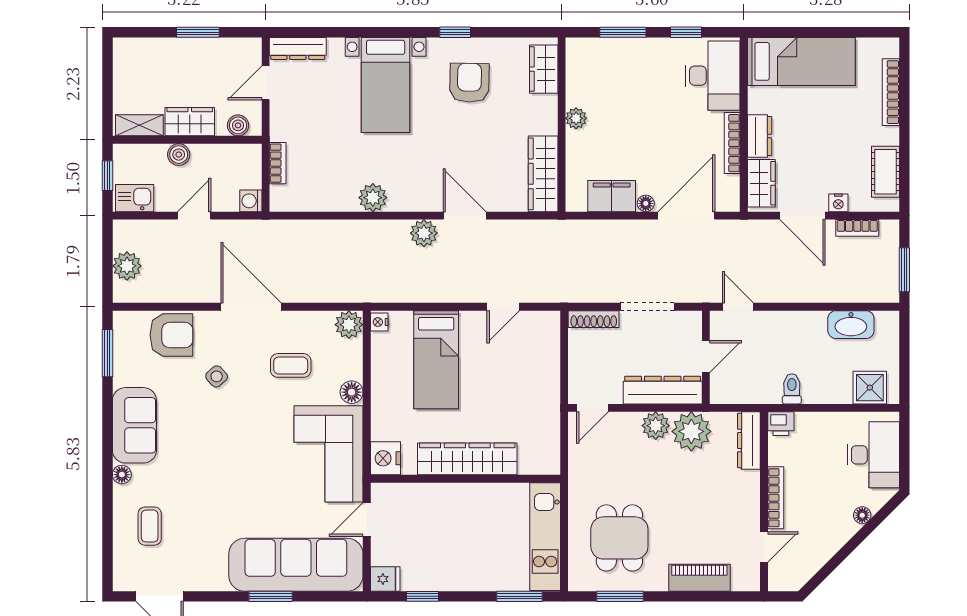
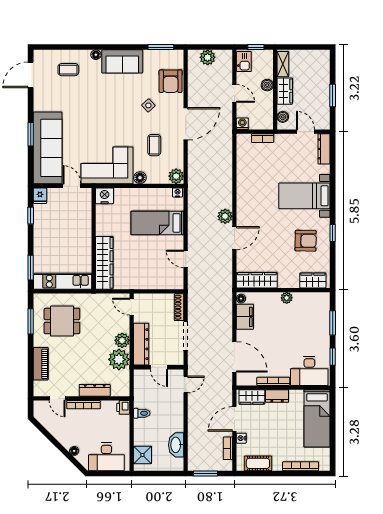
plant: (373, 198) -> (244, 189), removed
floor lamp: (646, 203) -> (241, 299), moved
dresser: (749, 440) -> (95, 390), moved
wardrobe: (467, 459) -> (104, 263), moved

